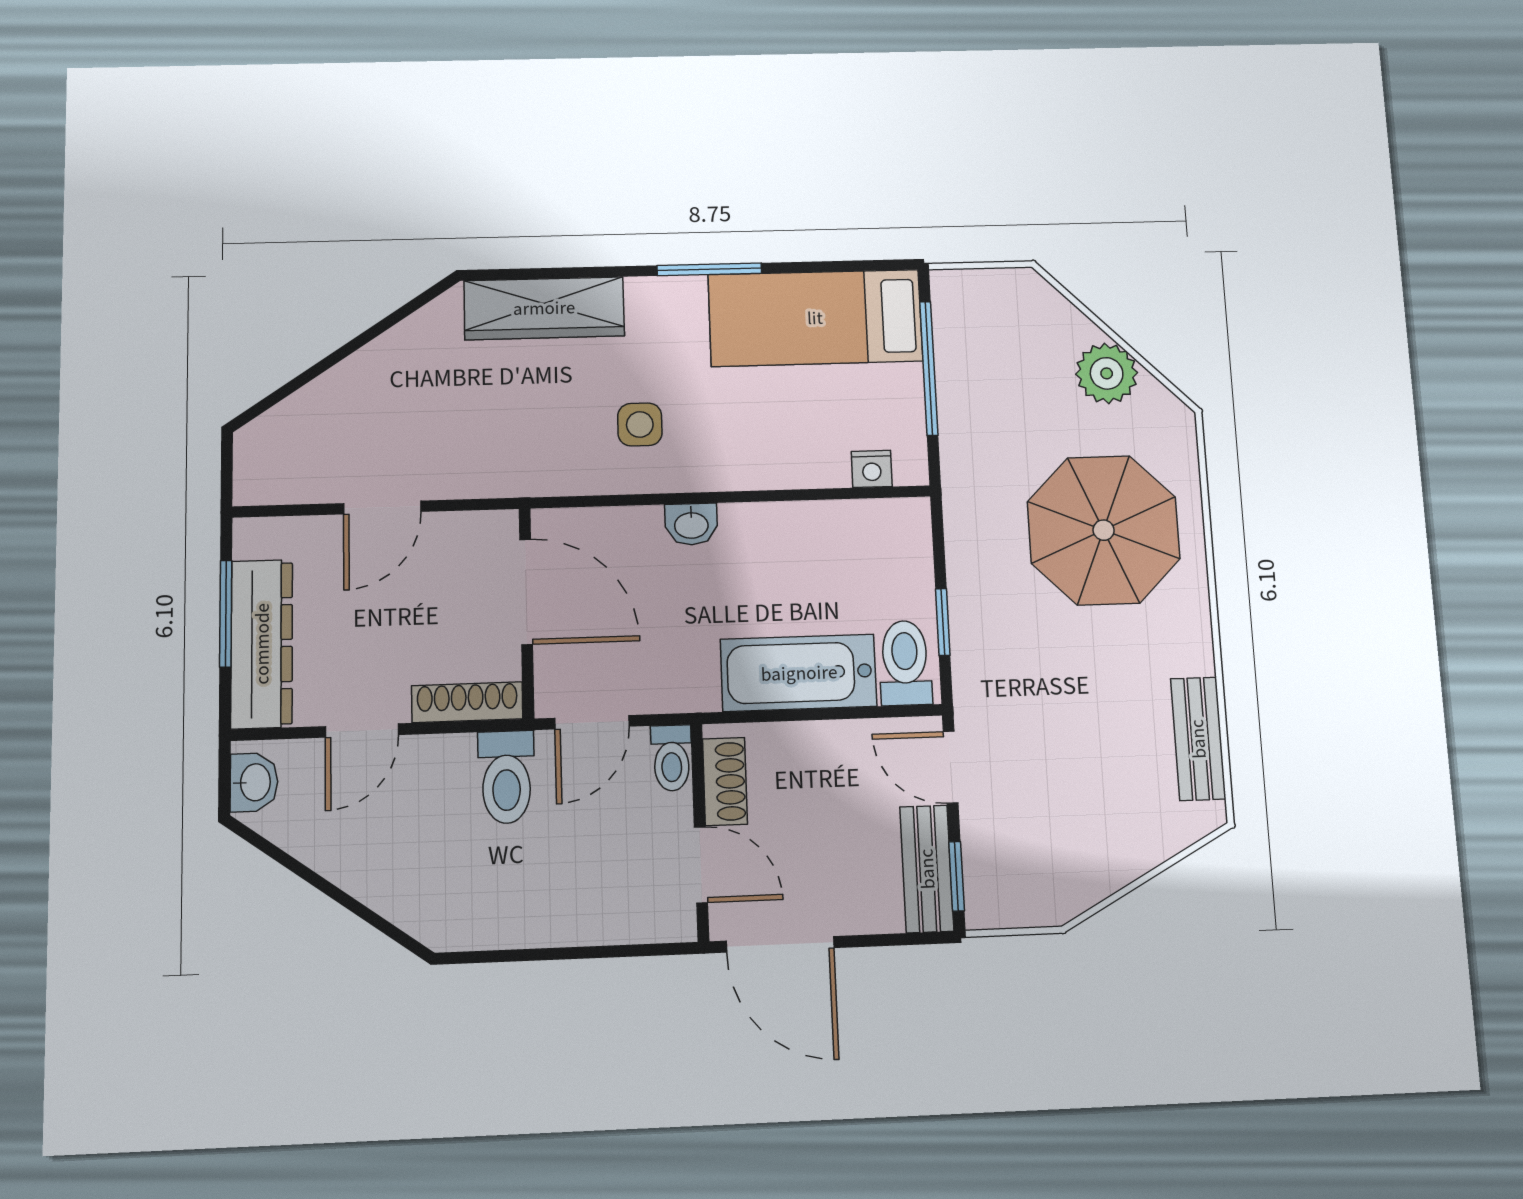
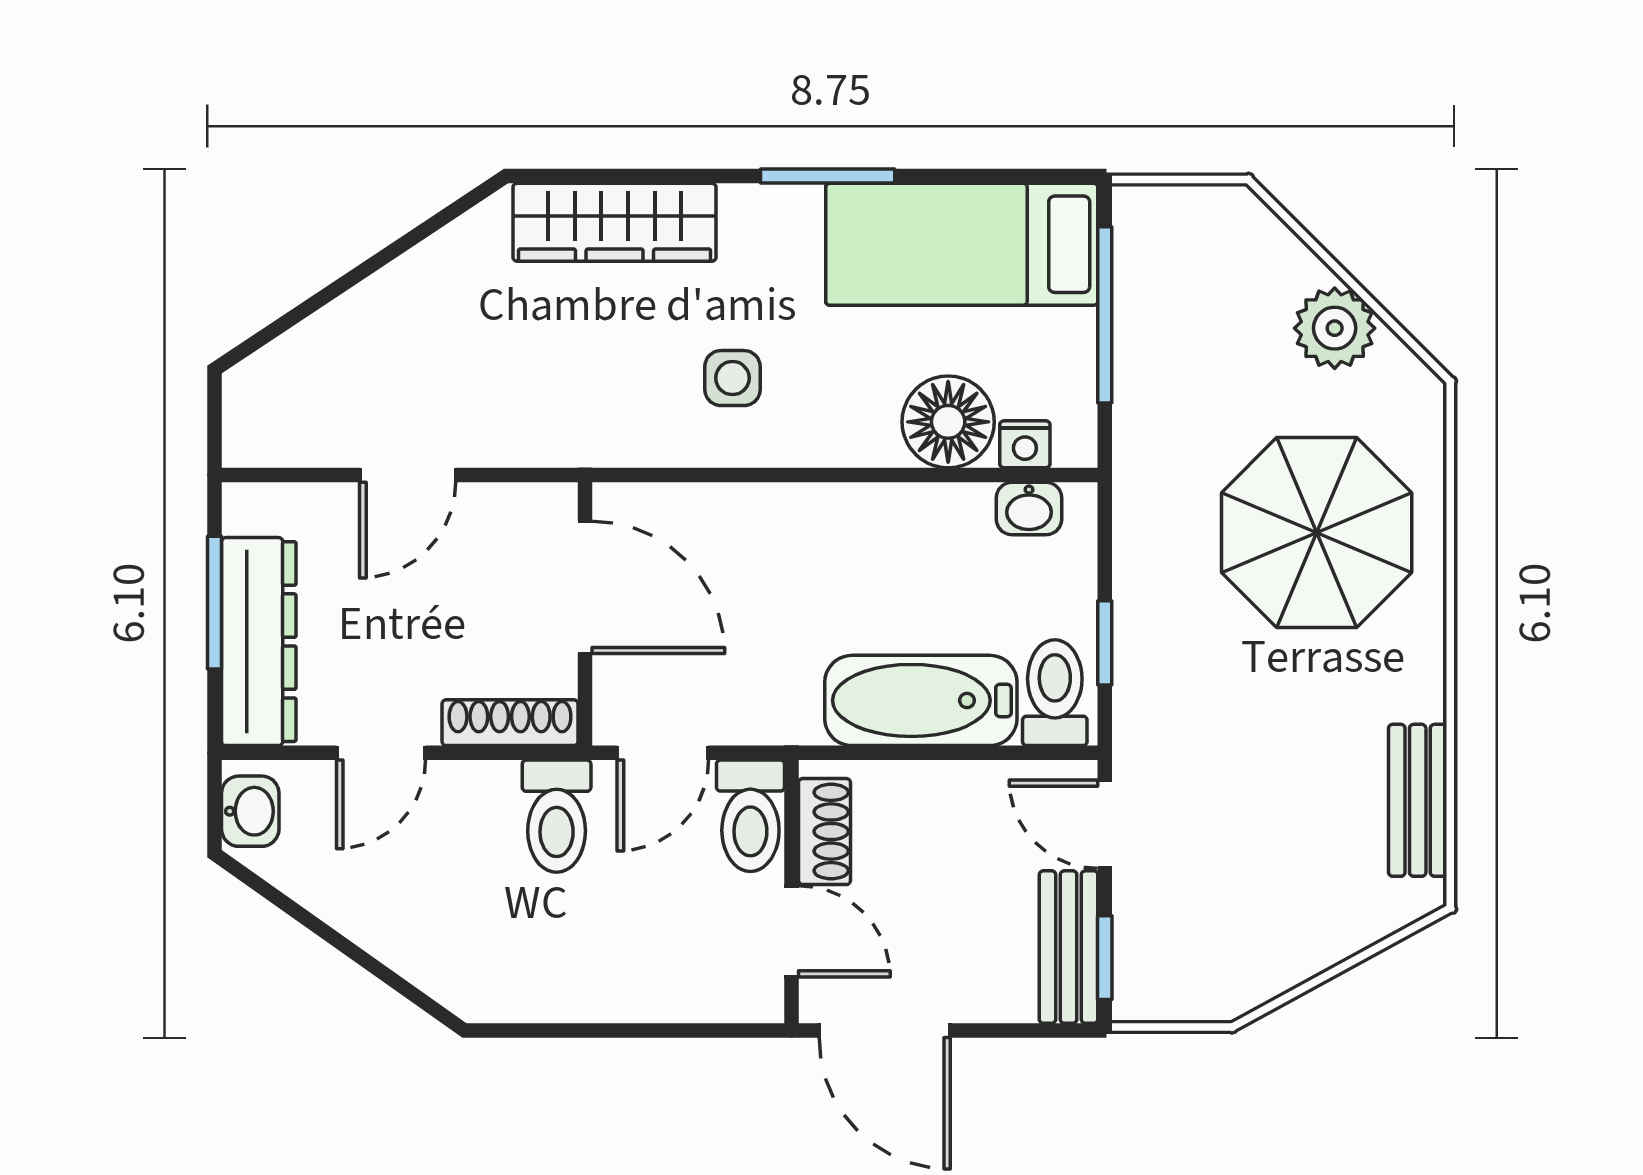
floor lamp: (811, 453) -> (948, 422), added
washbasin: (691, 524) -> (1029, 509), moved
toilet: (672, 758) -> (750, 816), width x1.37, depth x1.39

